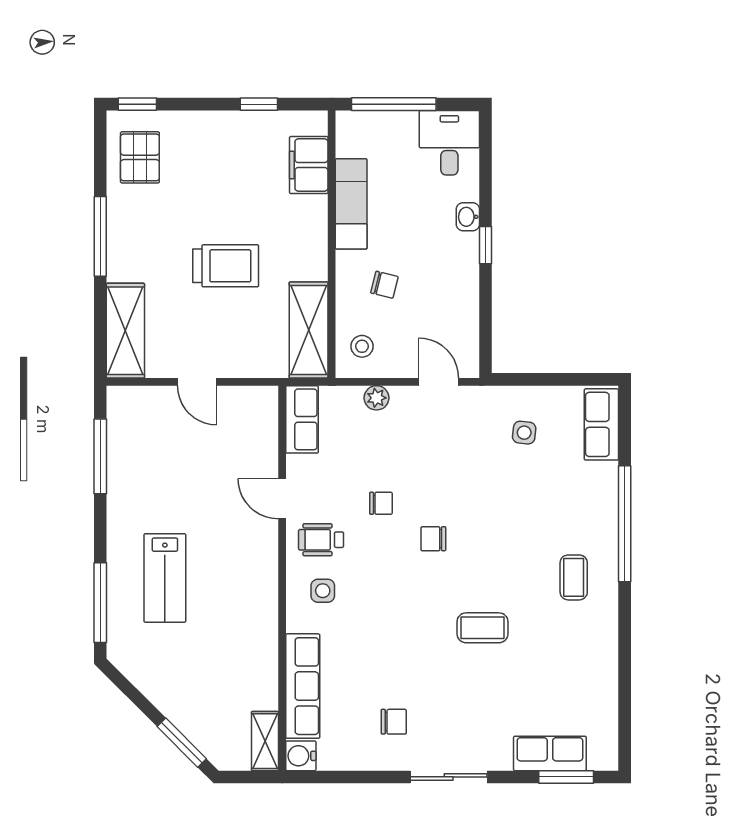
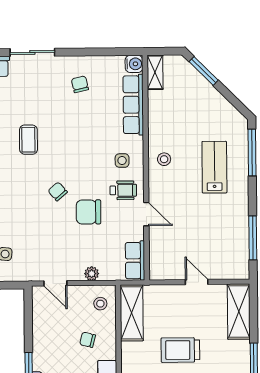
chair: (381, 503) -> (88, 212), width x1.87, depth x1.87
chair: (433, 539) -> (58, 191), turned -131
stool: (251, 592) -> (164, 159), added
coffee table: (483, 628) -> (28, 140), turned 90
chair: (394, 722) -> (80, 84), turned 77
sliding door: (449, 777) -> (32, 52), moved

